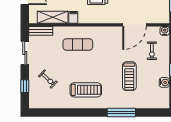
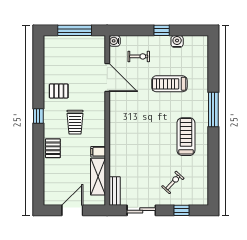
exercise mat: (78, 44) -> (131, 146), removed
treadmill: (129, 76) -> (169, 84), turned 180
window: (121, 112) -> (213, 109), moved

